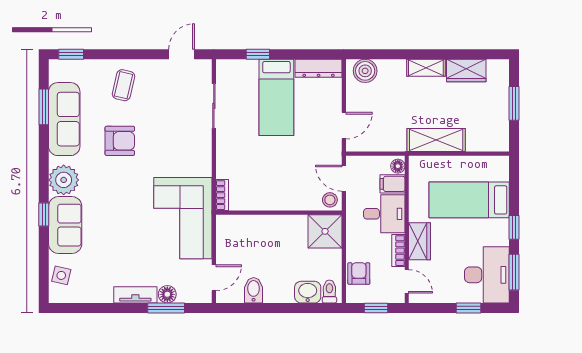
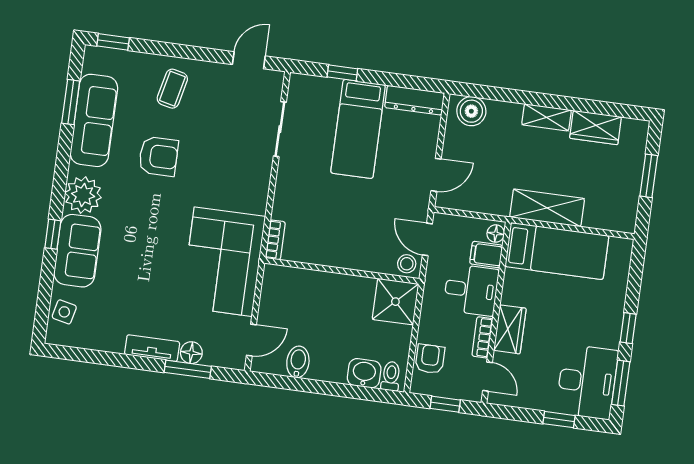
bed: (469, 200) -> (557, 251), moved, turned 180

